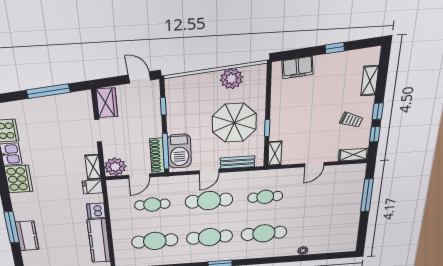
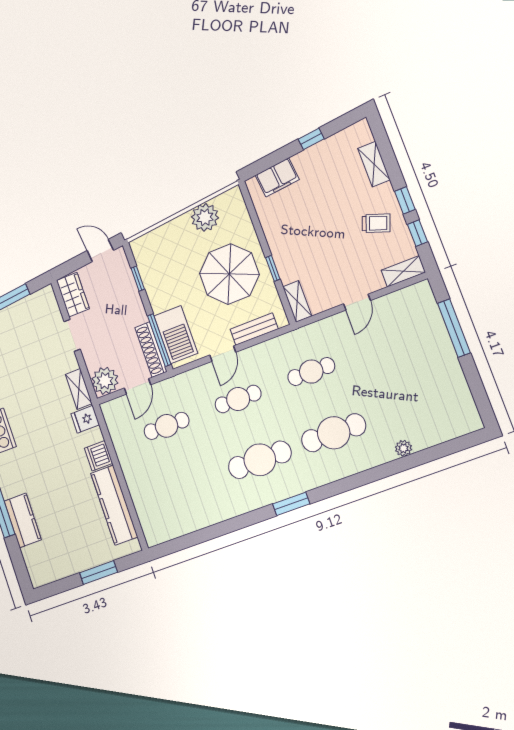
cafe table: (209, 201) -> (238, 399), width x0.73, depth x0.74
cafe table: (155, 241) -> (188, 486), removed

